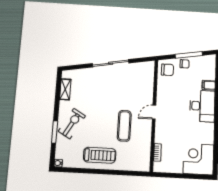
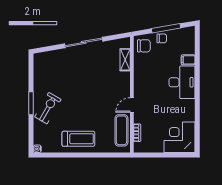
shelving: (65, 89) -> (125, 60), moved
door: (154, 112) -> (132, 105), moved
exercise mat: (124, 126) -> (121, 130), moved
window: (55, 132) -> (31, 103), moved

